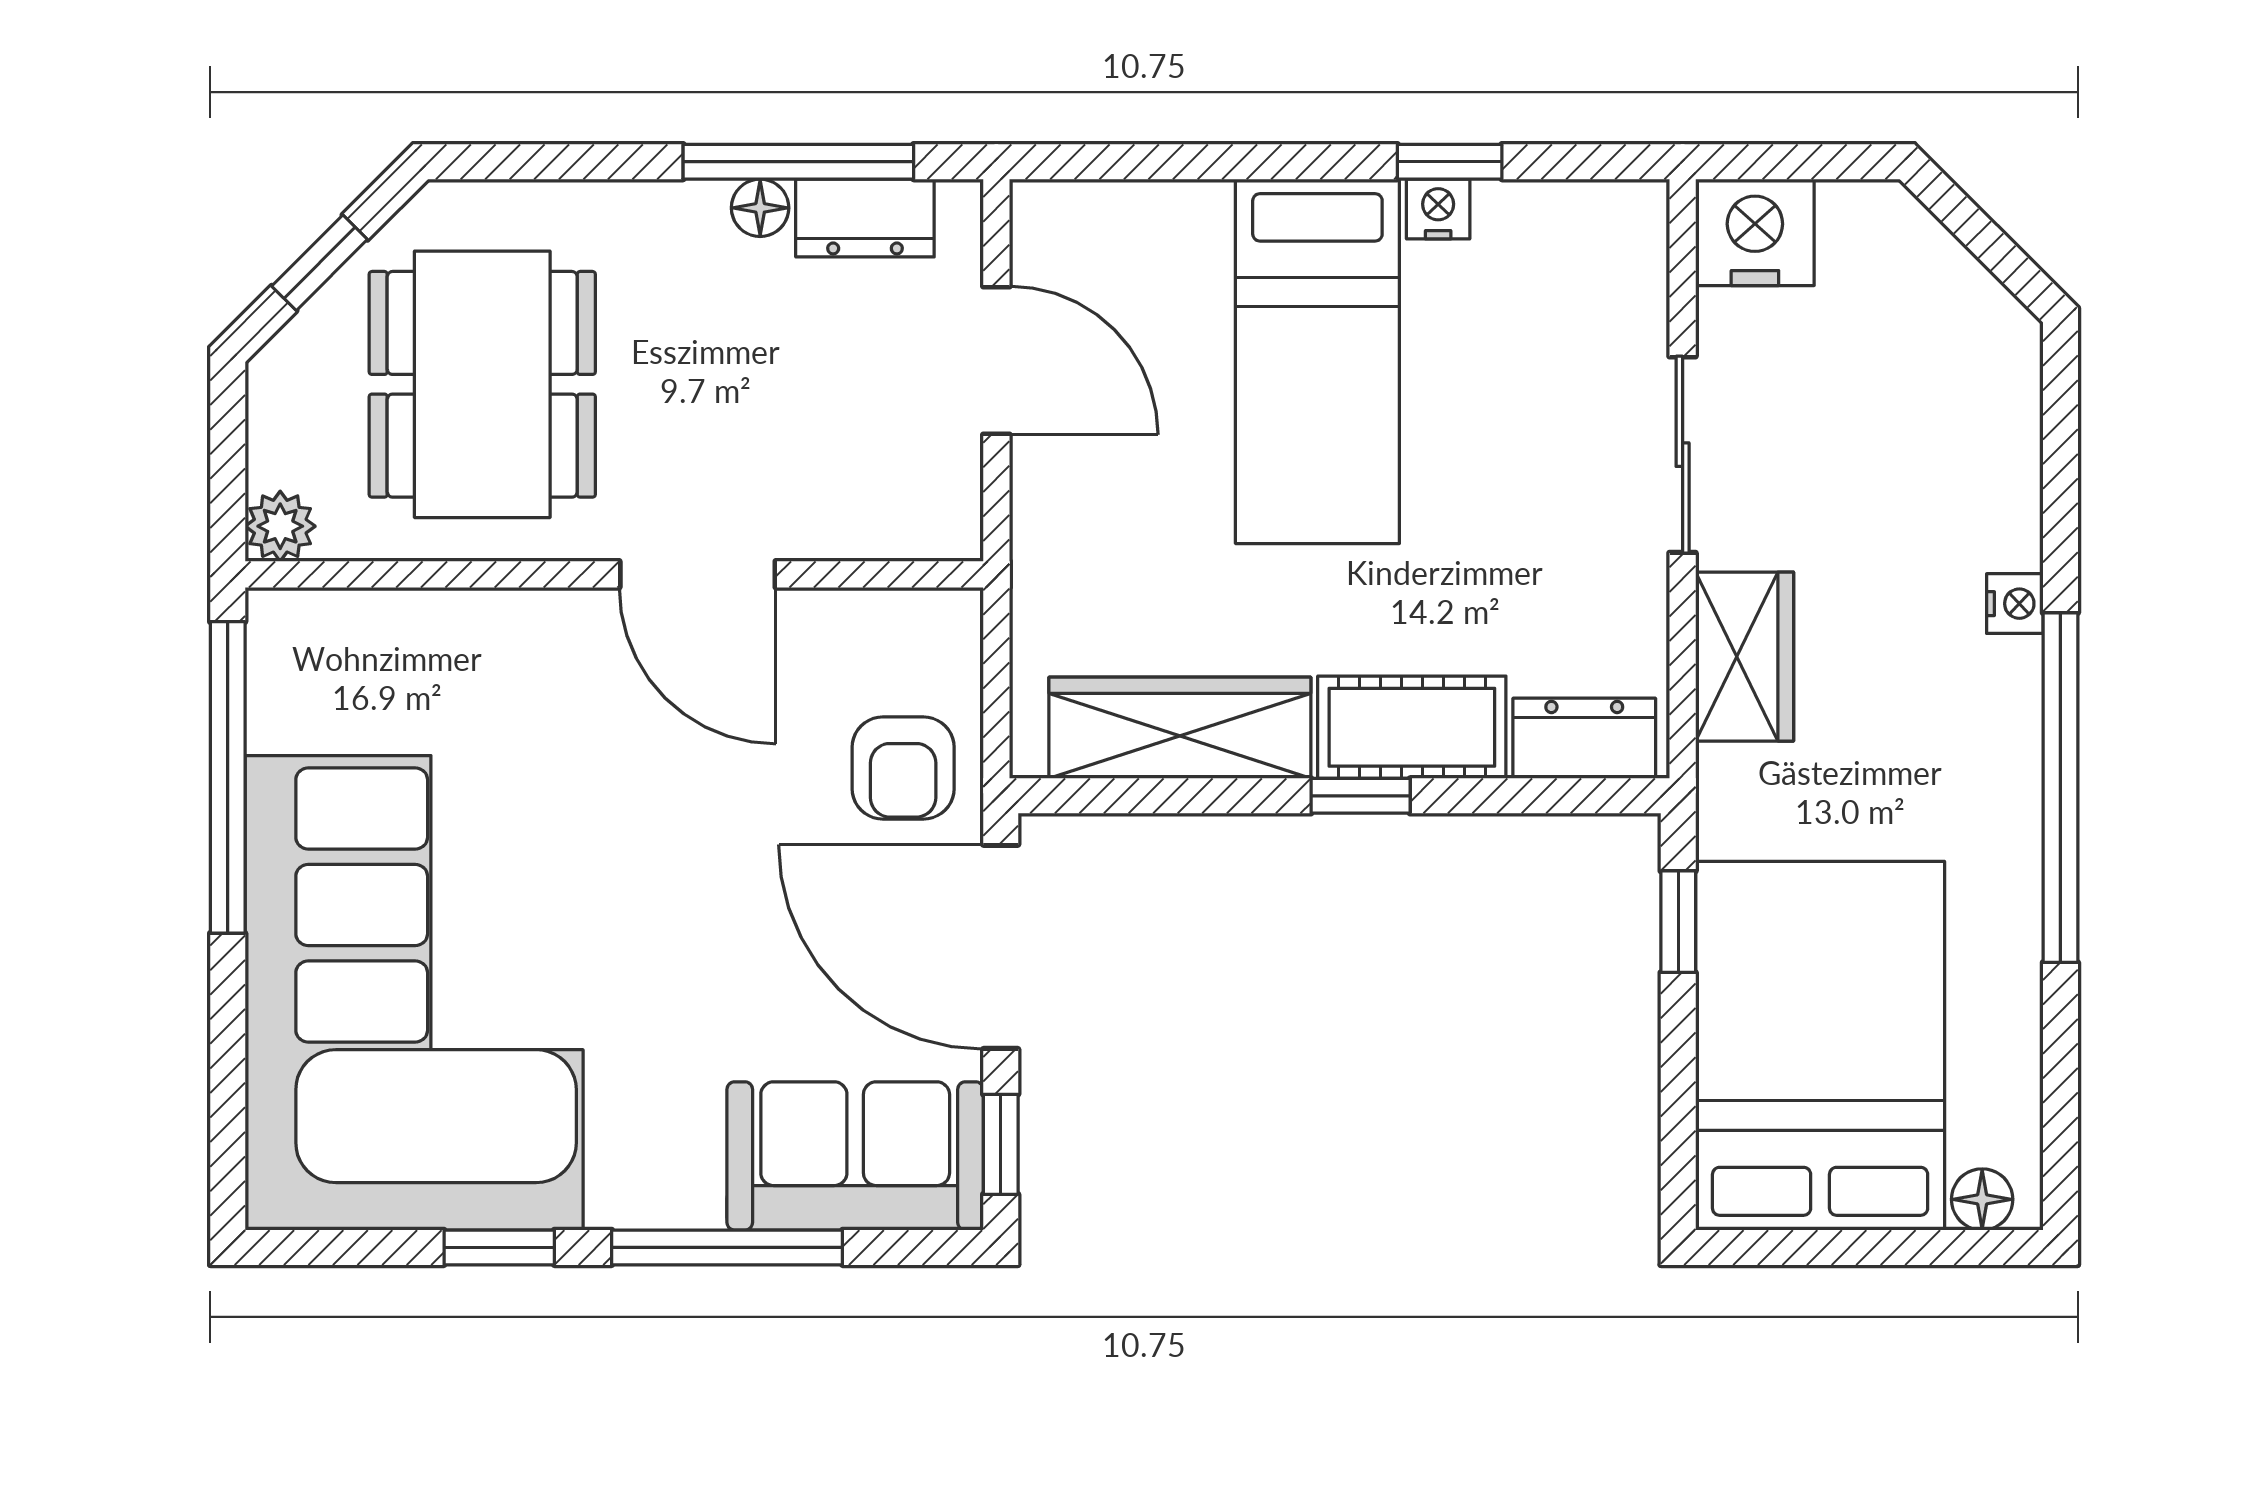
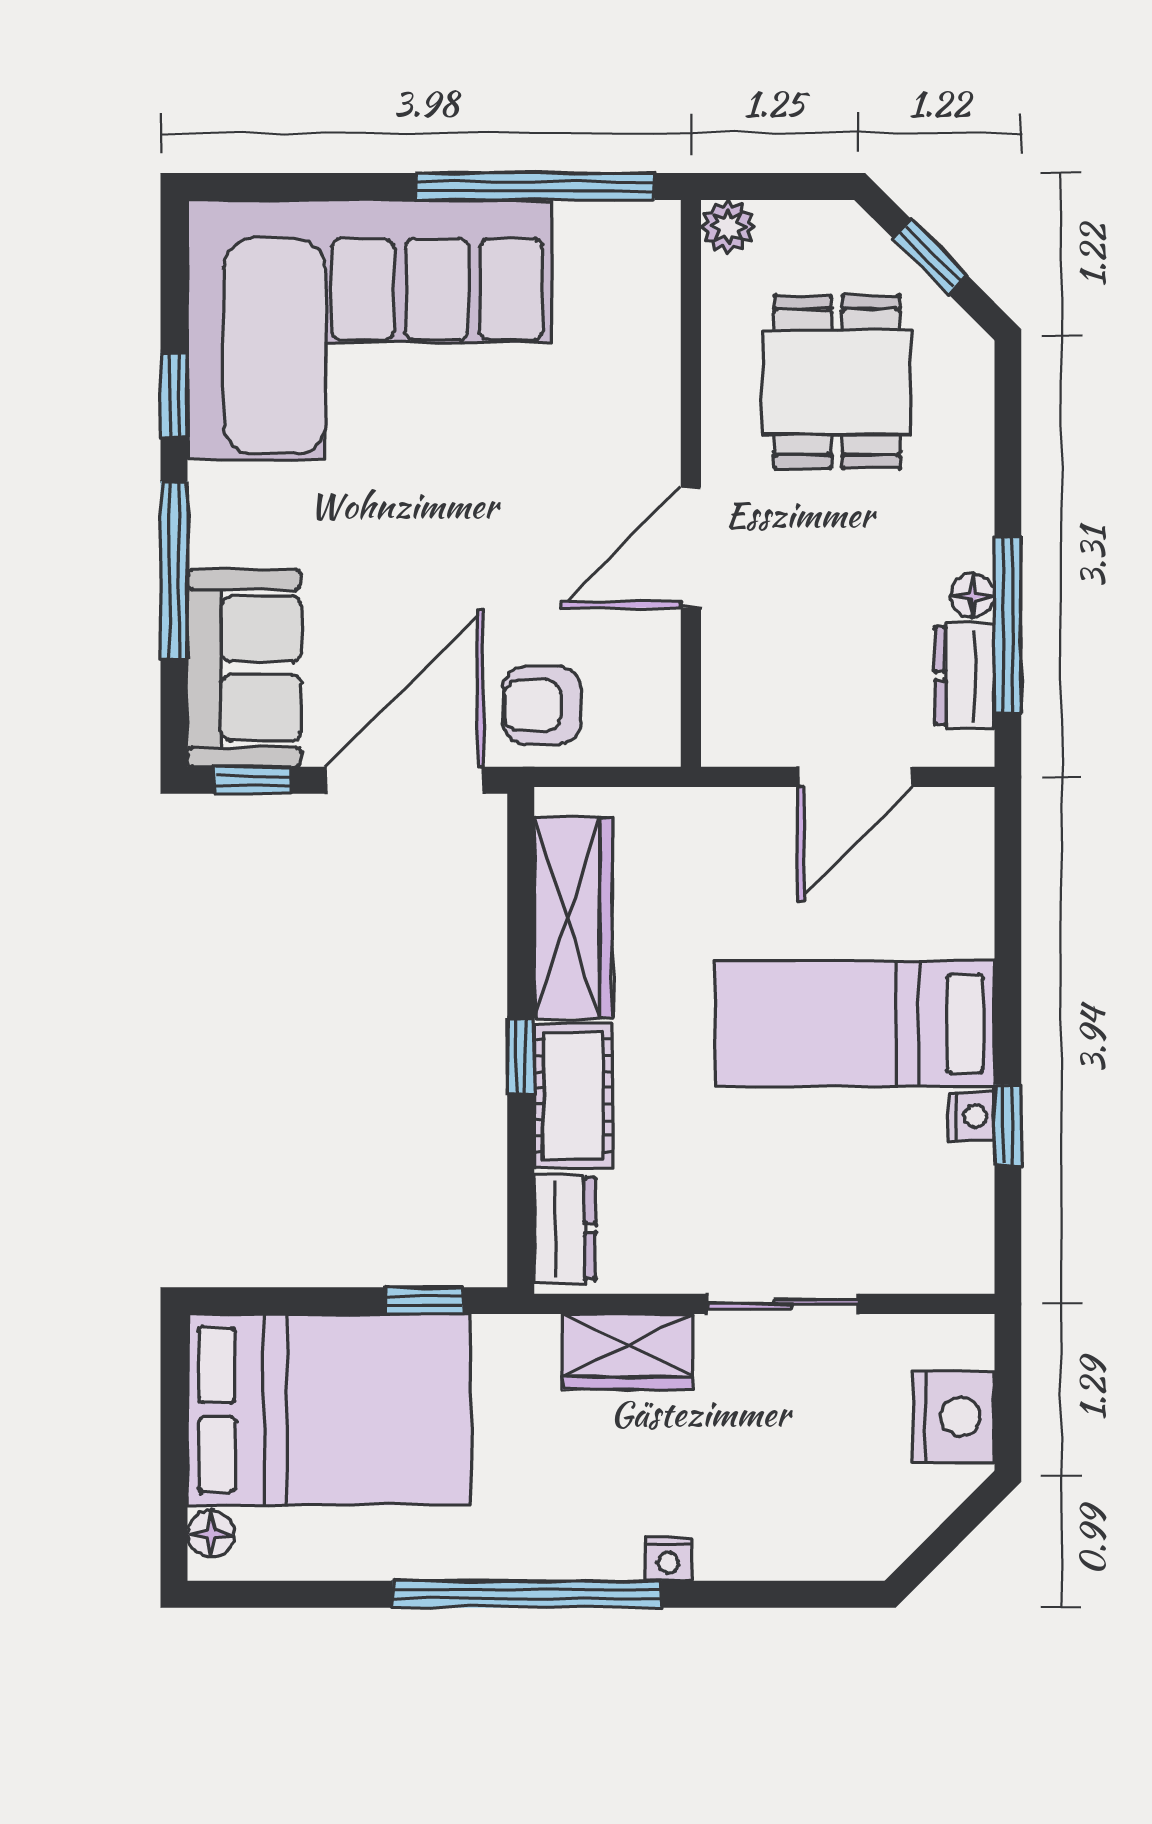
nightstand: (1755, 232) -> (954, 1416), moved
dining table: (482, 384) -> (837, 382), width x0.73

